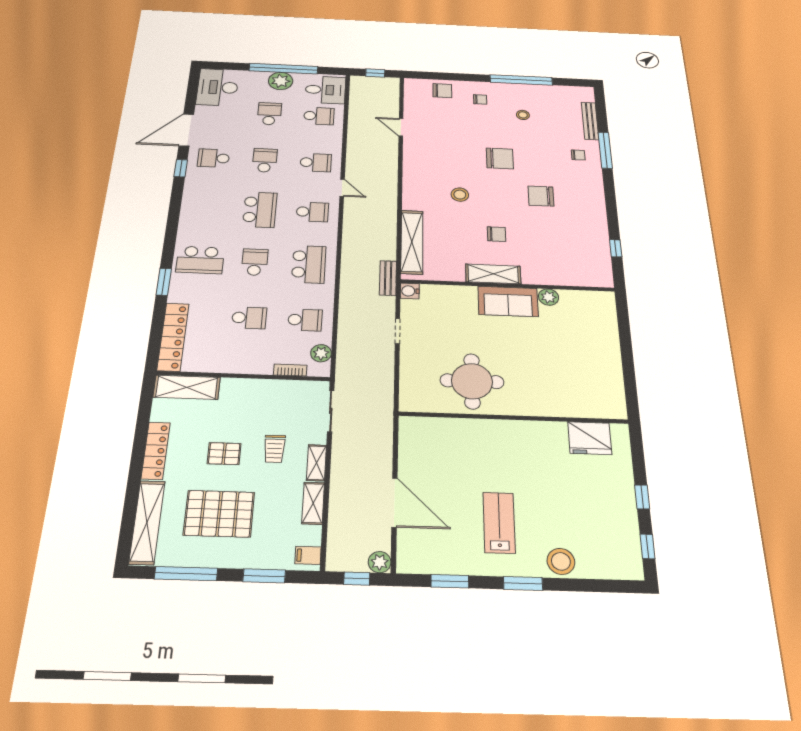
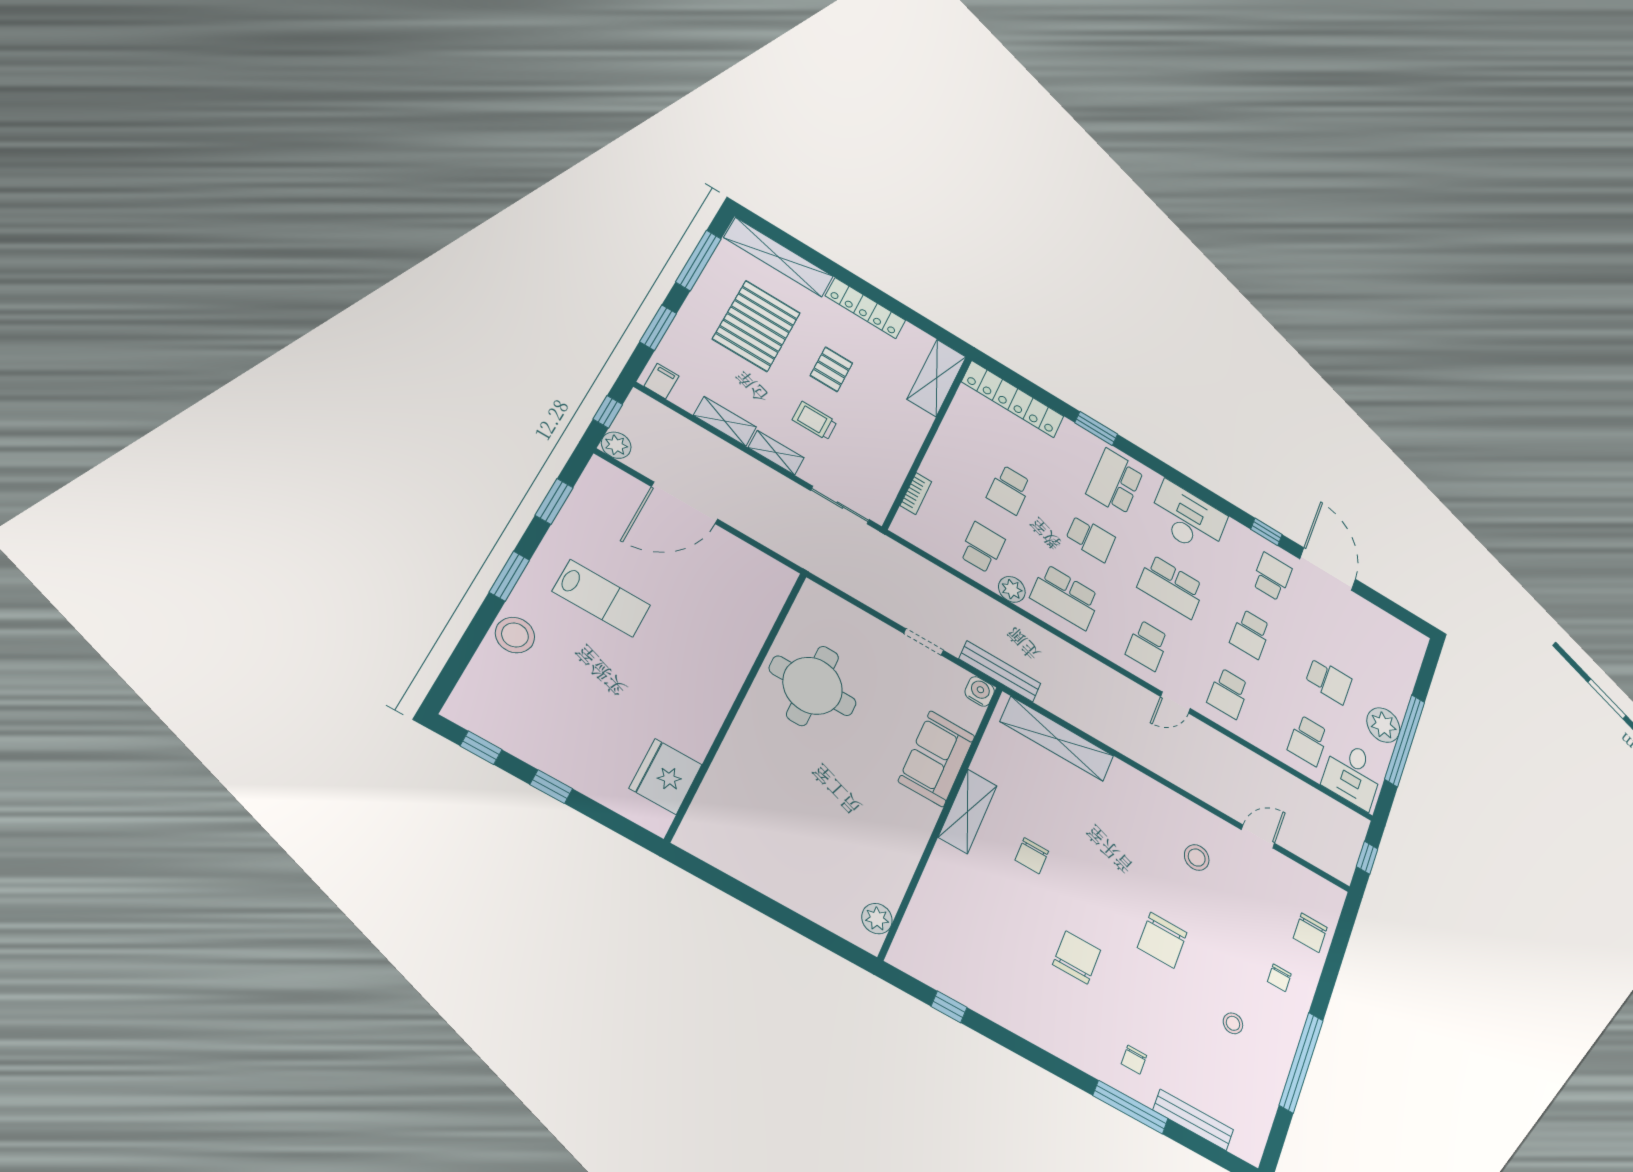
desk: (218, 87) -> (1188, 519), moved
school desk: (265, 160) -> (1250, 634), turned 90
stool: (460, 195) -> (1197, 858), moved
bench: (388, 278) -> (1000, 671), width x1.36
plant: (549, 297) -> (877, 919), moved
sofa: (508, 301) -> (937, 759), moved
school desk: (305, 320) -> (982, 548), turned 180
plant: (321, 353) -> (1012, 589), moved

